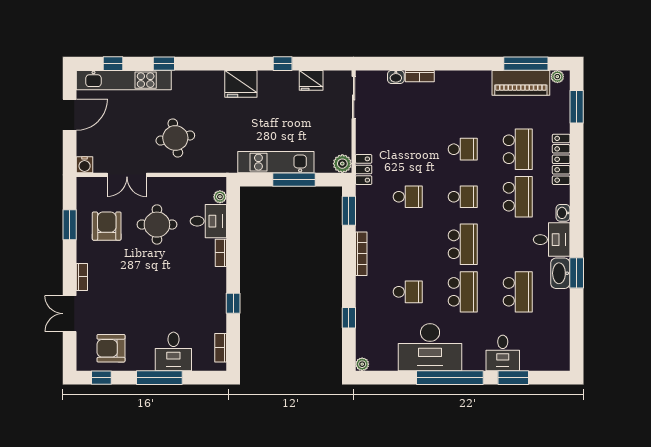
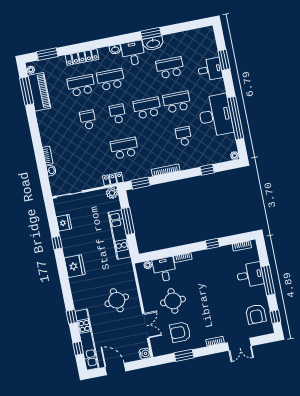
school desk: (408, 197) -> (124, 148), width x1.85
window: (450, 378) -> (236, 118), moved

